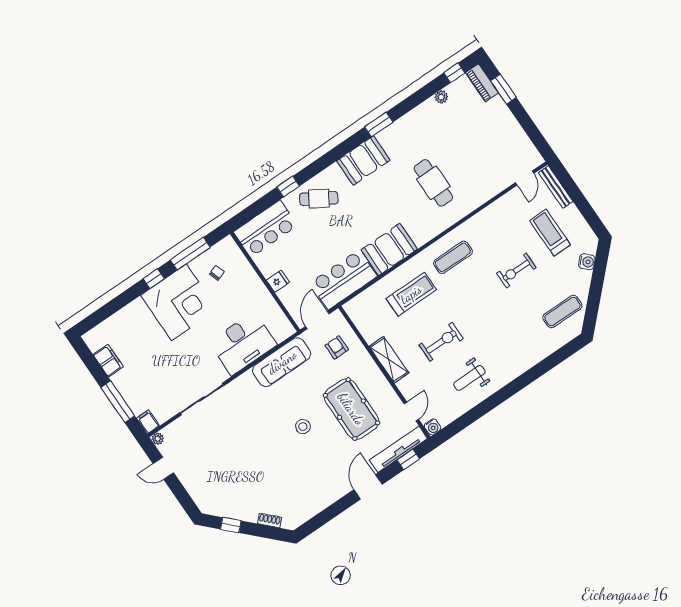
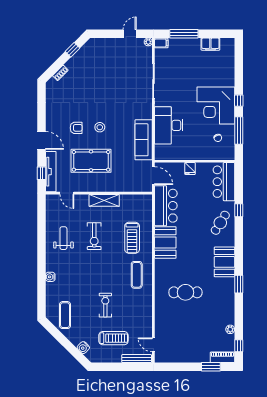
armchair: (337, 347) -> (76, 128), moved
water cooler: (433, 427) -> (50, 277), moved

